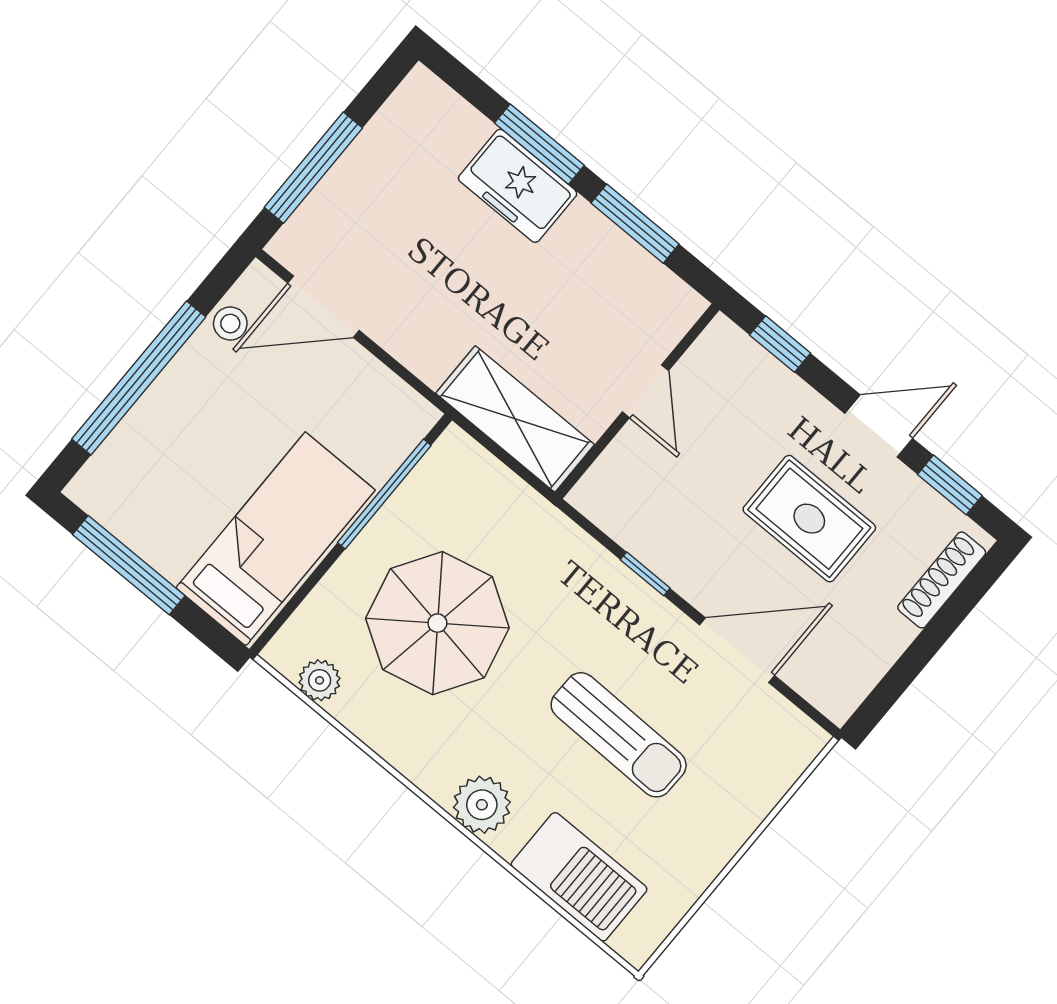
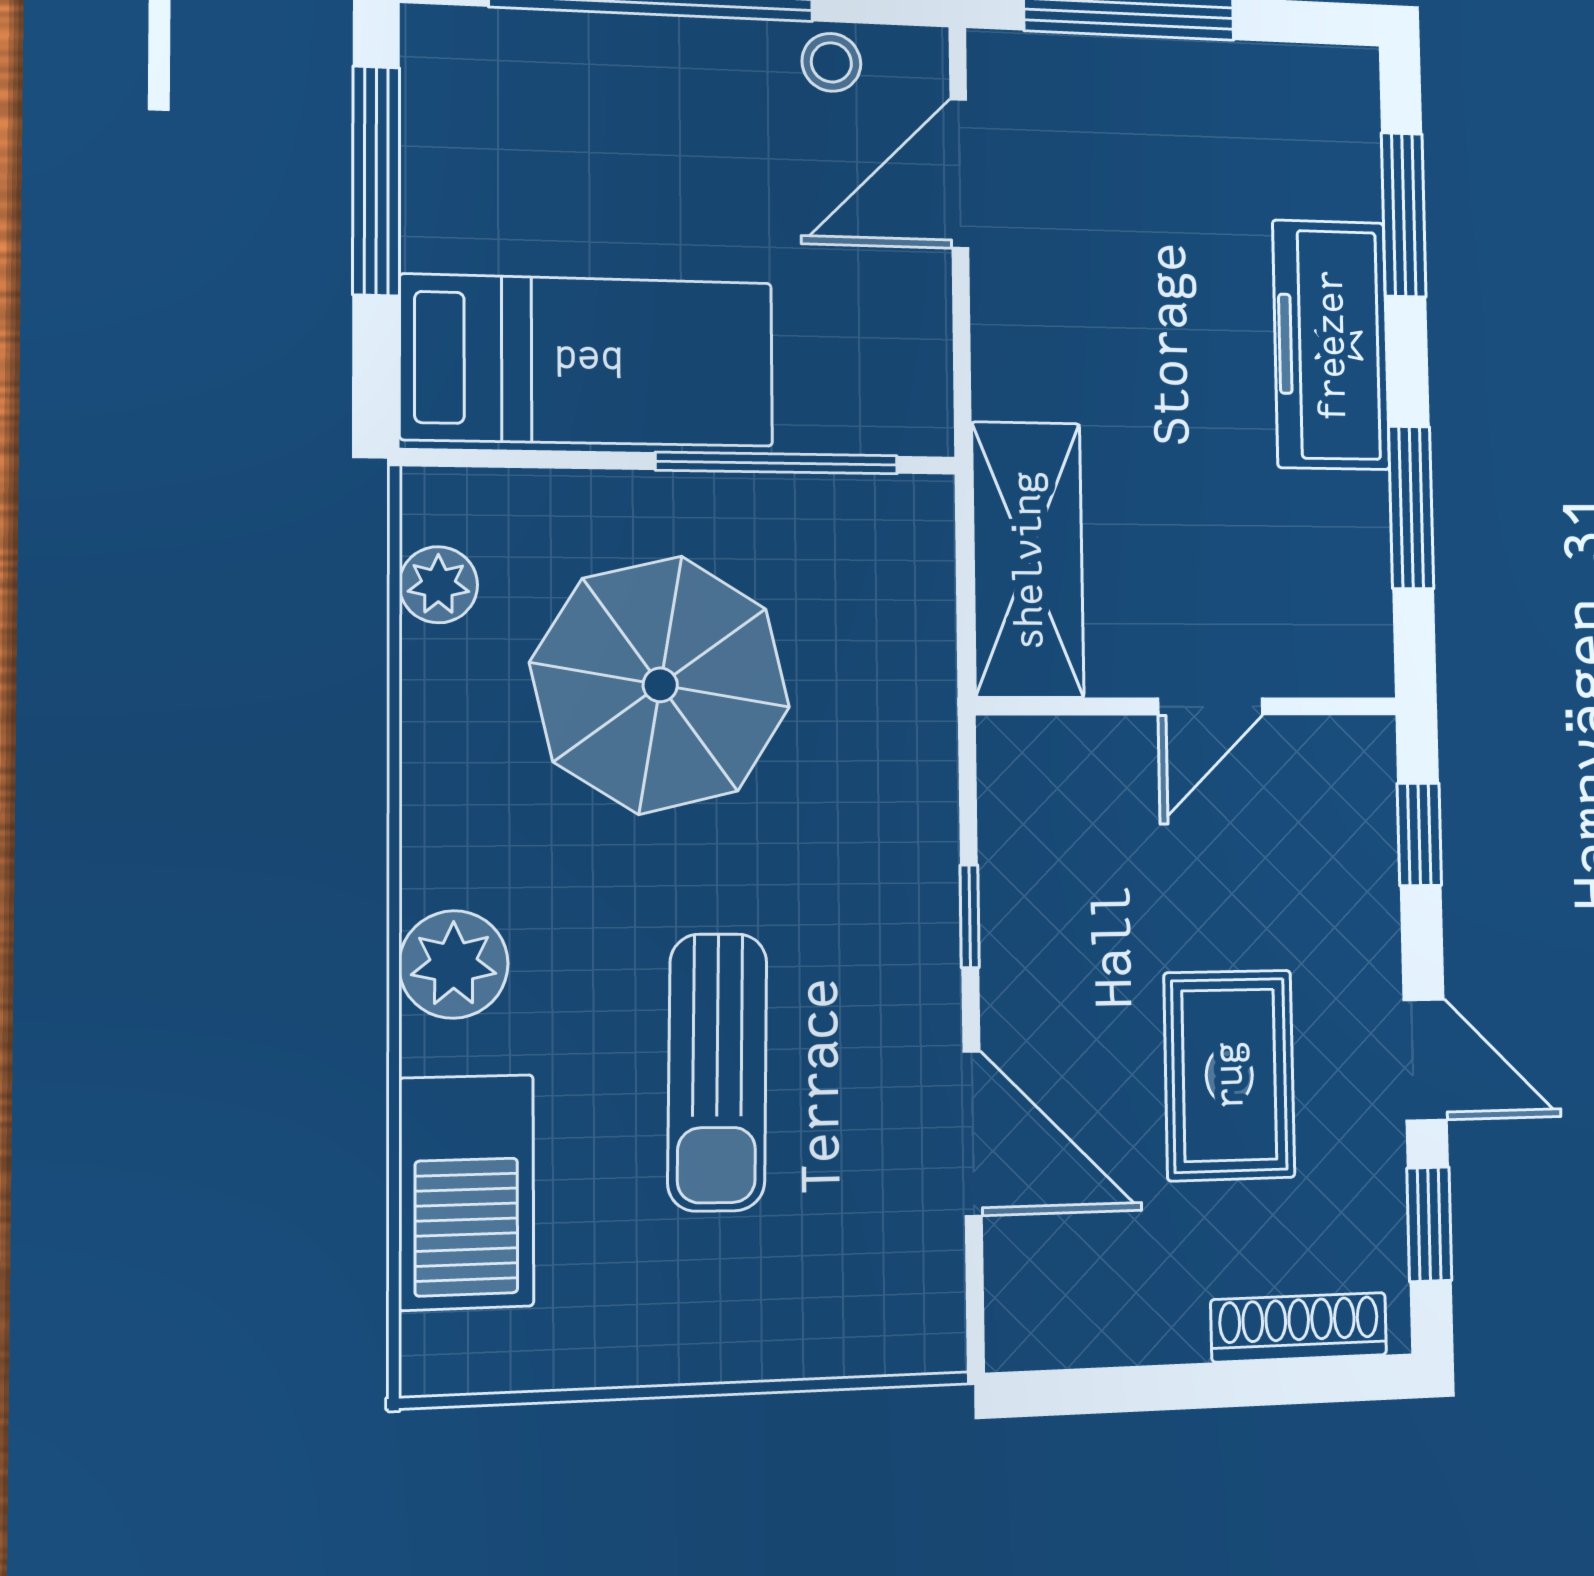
window: (539, 144) -> (1404, 215), moved
freezer: (518, 186) -> (1331, 345), width x1.40
door: (323, 307) -> (959, 174), hinge flipped

